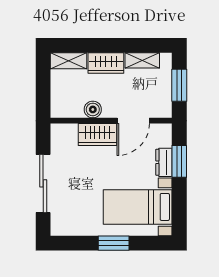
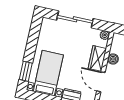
plant: (58, 131) -> (105, 35), added
window: (114, 243) -> (26, 71), moved

